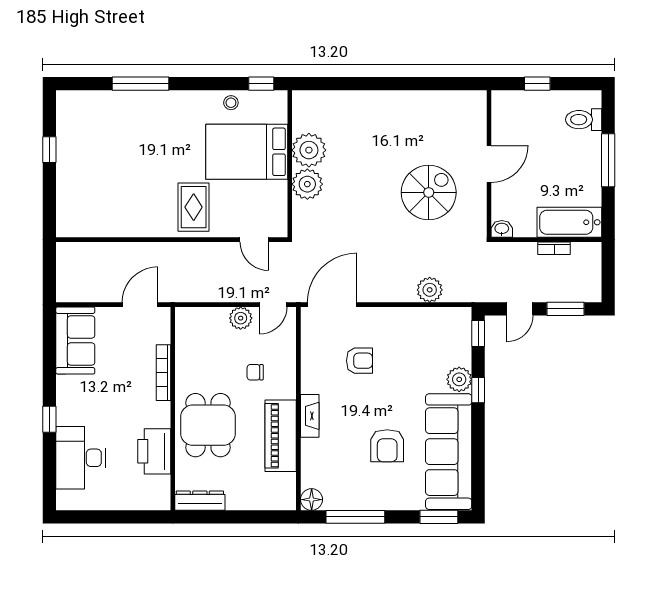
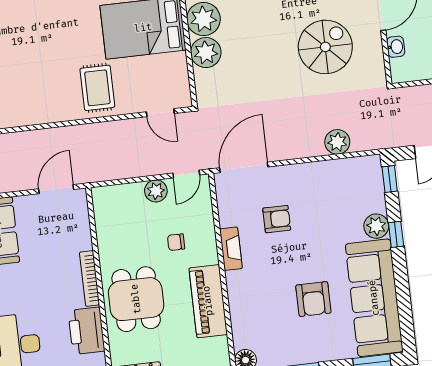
washbasin: (502, 229) -> (396, 47), moved, turned 90
bookcase: (163, 373) -> (90, 279), moved
fireplace: (310, 416) -> (231, 249), moved

